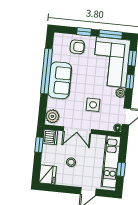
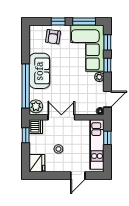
armchair: (77, 47) -> (53, 37), turned 98
window: (46, 71) -> (26, 86), moved
side table: (93, 105) -> (74, 91), removed
double door: (77, 130) -> (61, 117), swing flipped
window: (121, 169) -> (107, 138), moved

